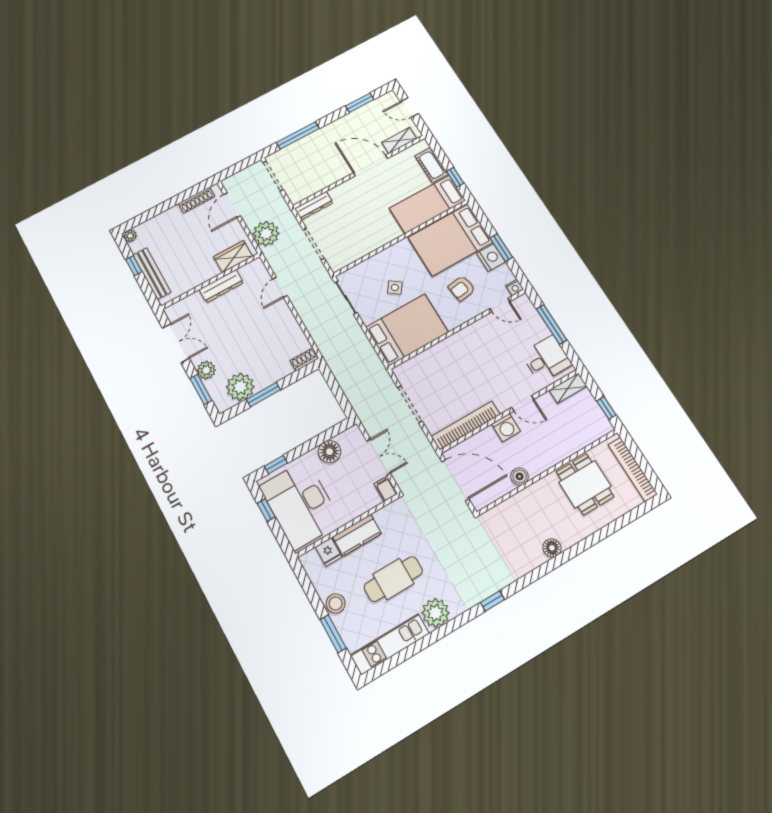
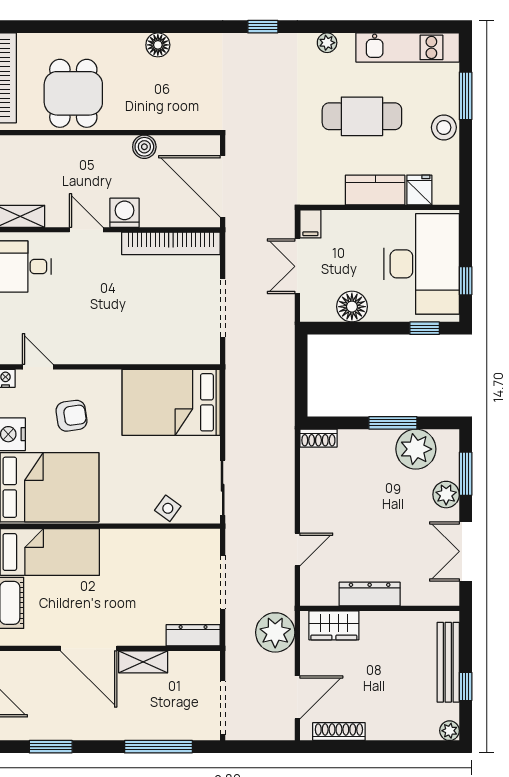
shelving: (399, 140) -> (143, 662), moved
side table: (395, 288) -> (168, 508), moved
plant: (436, 613) -> (327, 43), width x0.53, depth x0.53

